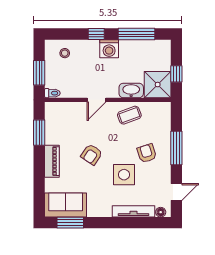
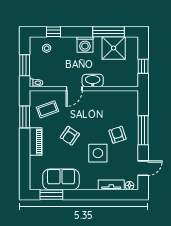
window: (96, 34) -> (53, 32), moved
shower: (158, 85) -> (114, 48), moved
washbasin: (131, 90) -> (93, 80), moved
coffee table: (129, 115) -> (48, 109), moved
sofa: (66, 205) -> (61, 179), moved
tv unit: (133, 211) -> (111, 185), width x0.71

